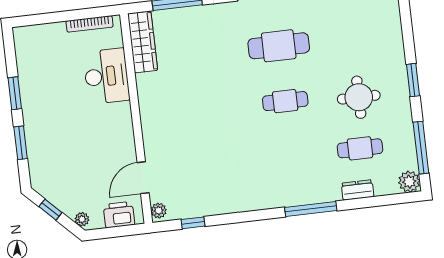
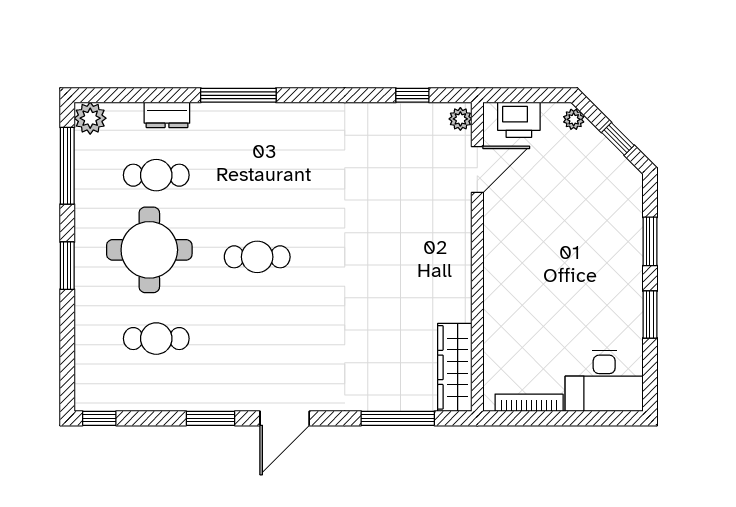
cafe table: (279, 46) -> (156, 339), moved, width x0.73, depth x0.74
desk: (106, 76) -> (604, 381), moved, turned -90
round table: (359, 97) -> (149, 250), width x1.36, depth x1.36

